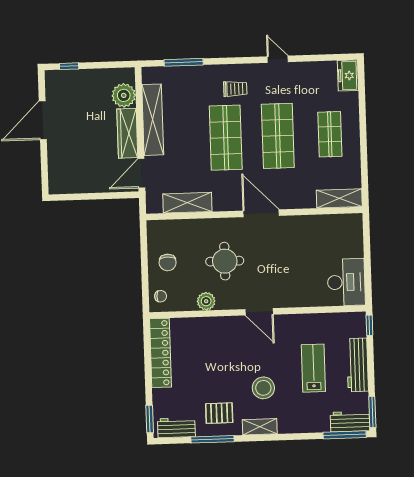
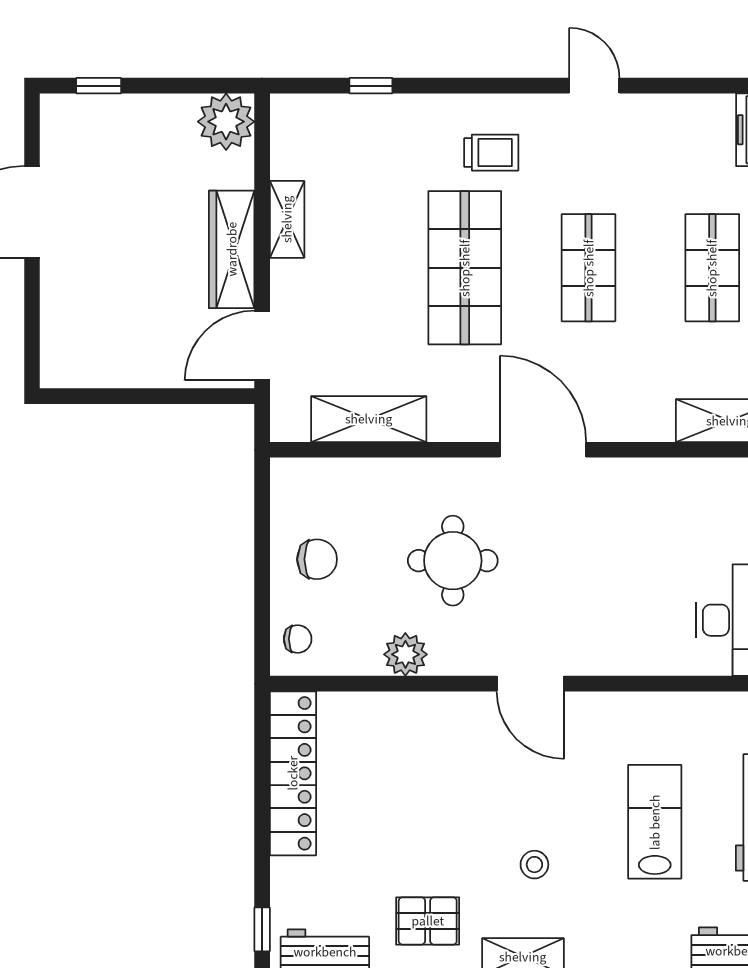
window: (184, 62) -> (371, 86), width x0.46
plant: (124, 95) -> (226, 122), moved
shelving: (153, 120) -> (287, 219), width x0.45, depth x0.75
shop shelf: (278, 136) -> (589, 268), width x0.70, depth x0.74
chair: (168, 262) -> (317, 559), turned -90
stool: (263, 388) -> (534, 865), width x0.53, depth x0.53
window: (150, 419) -> (262, 929), width x0.67

